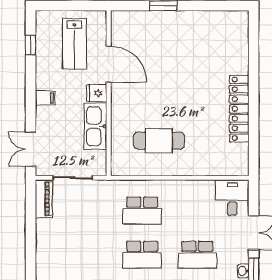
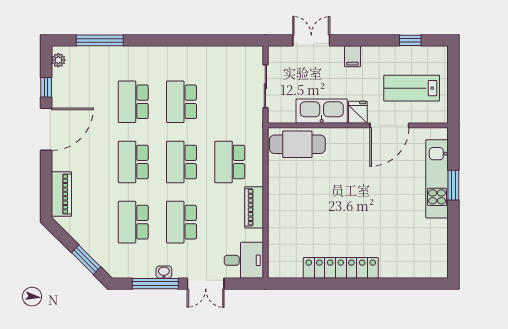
kitchen unit: (158, 21) -> (437, 179), added
cafe table: (159, 141) -> (297, 144), moved, turned 90
double door: (31, 149) -> (311, 40), moved
piano: (44, 199) -> (254, 207), moved, turned 90
school desk: (87, 255) -> (181, 102), added

